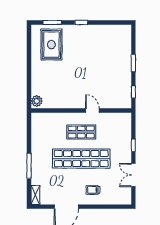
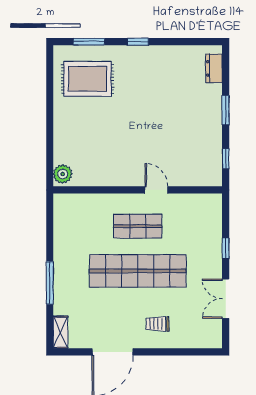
dresser: (127, 38) -> (214, 68), added
rug: (51, 45) -> (88, 79), turned 90

